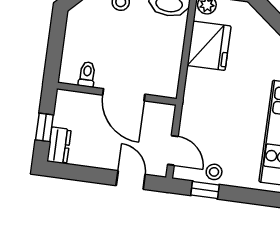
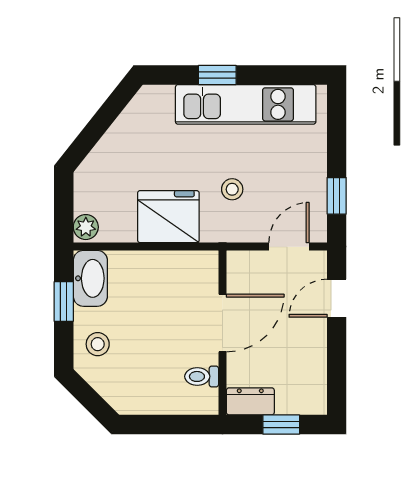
fridge: (209, 46) -> (168, 217), moved
dresser: (59, 145) -> (250, 401), moved
stool: (214, 172) -> (232, 189), moved

